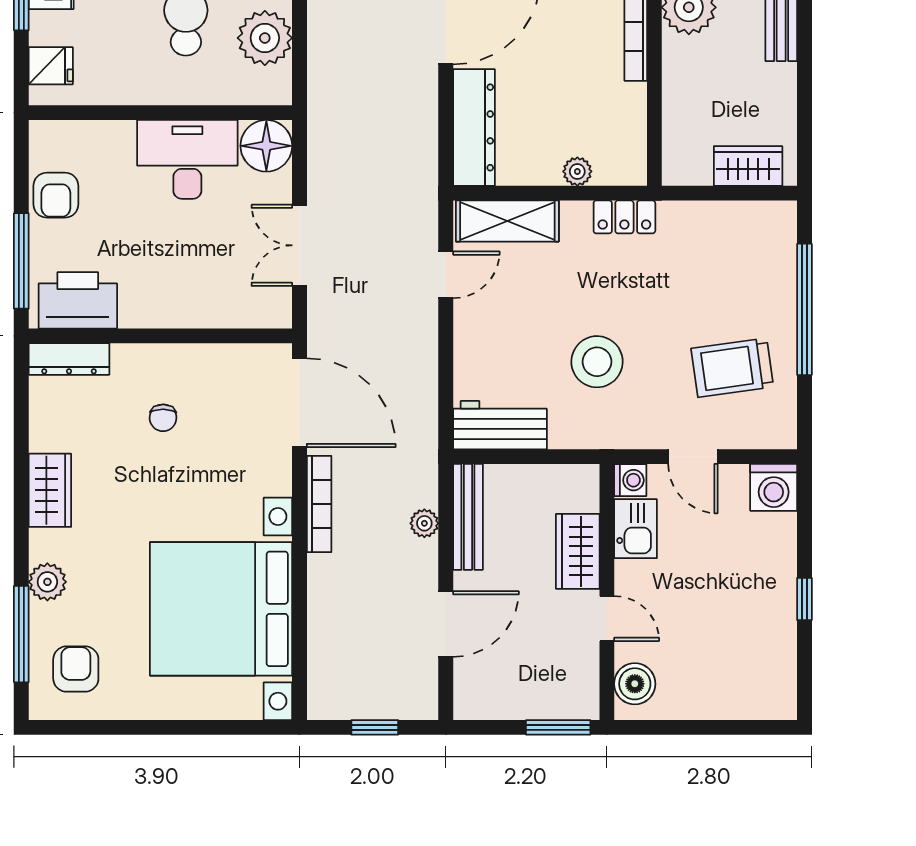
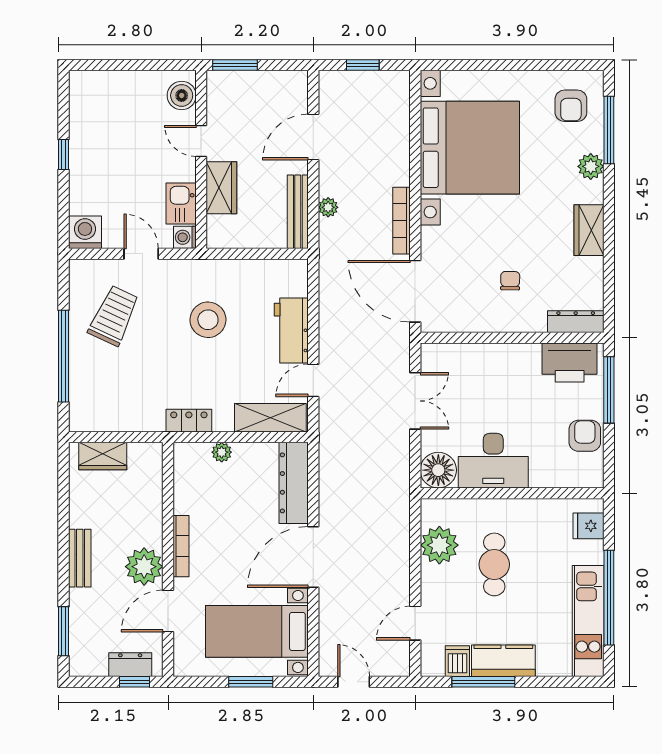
trolley: (732, 368) -> (114, 316), turned -57
workbench: (500, 425) -> (291, 331), moved, turned 90

